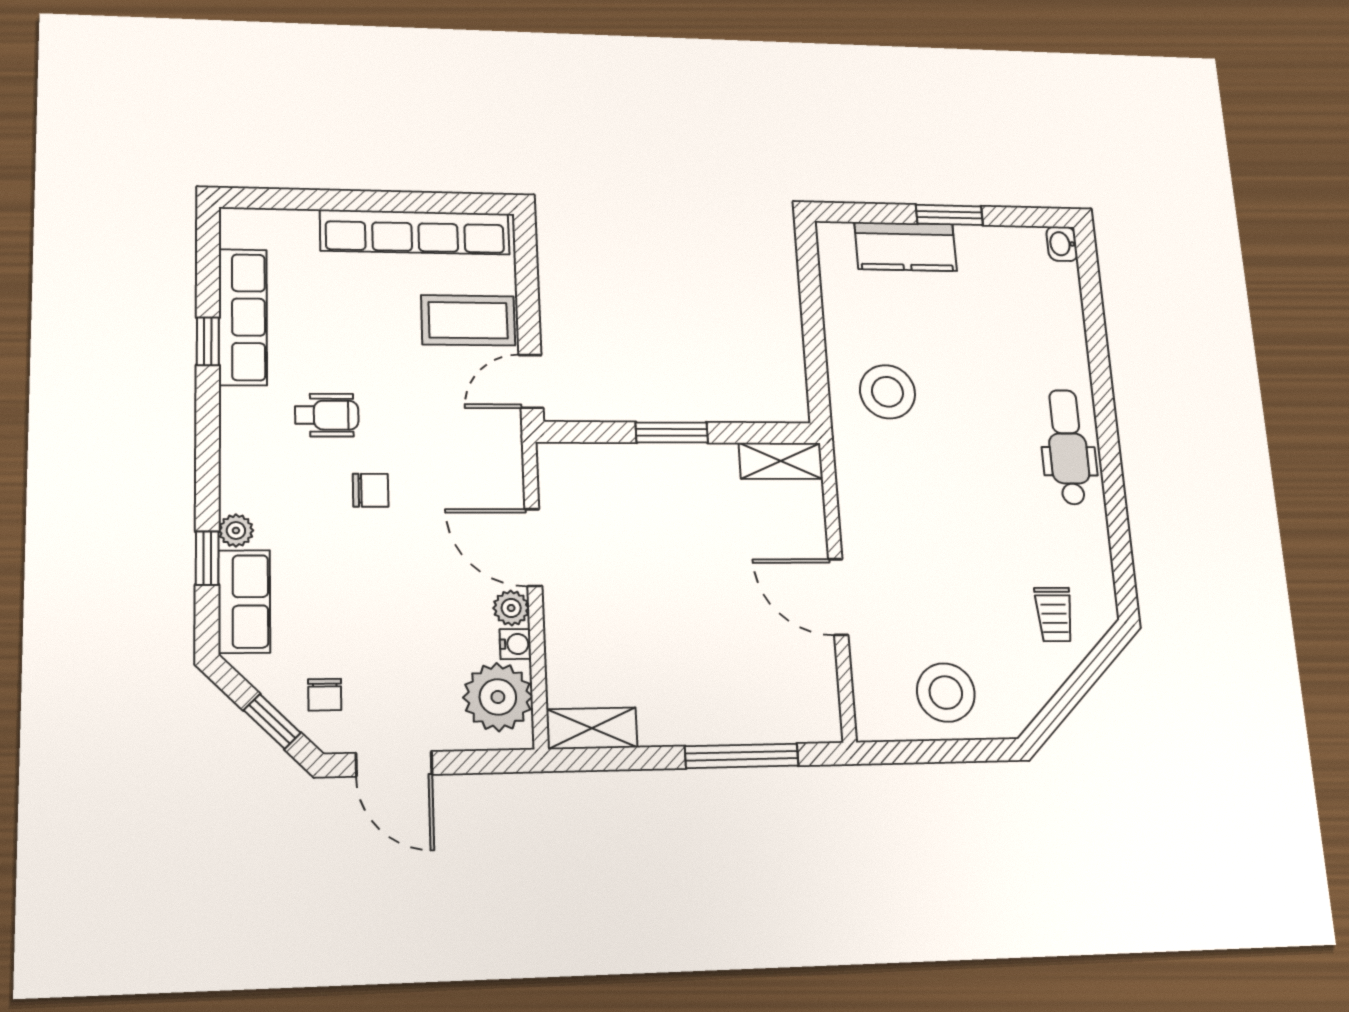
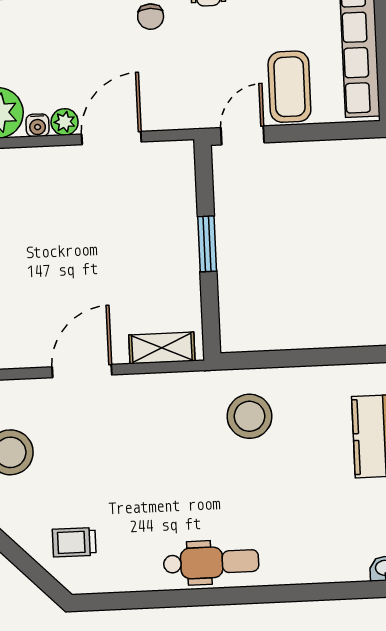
door: (531, 381) -> (243, 135), hinge flipped
shelving: (781, 461) -> (162, 348), moved, turned 90

